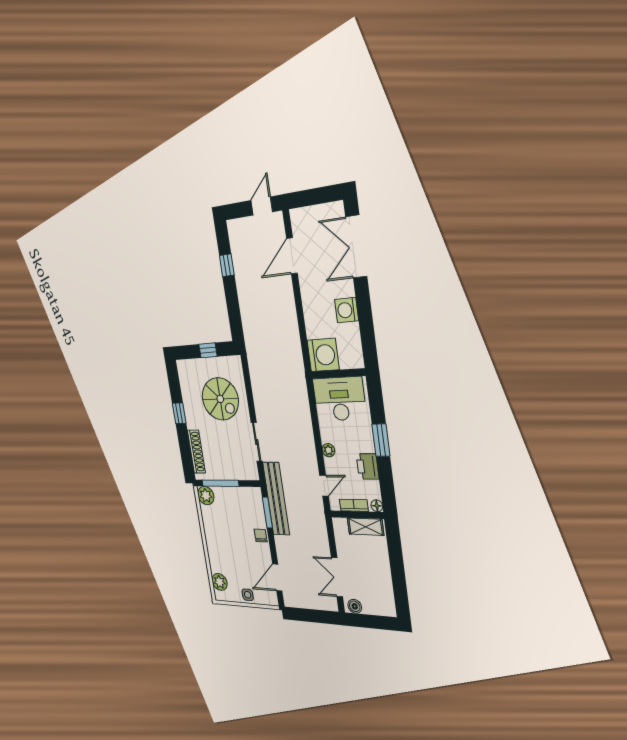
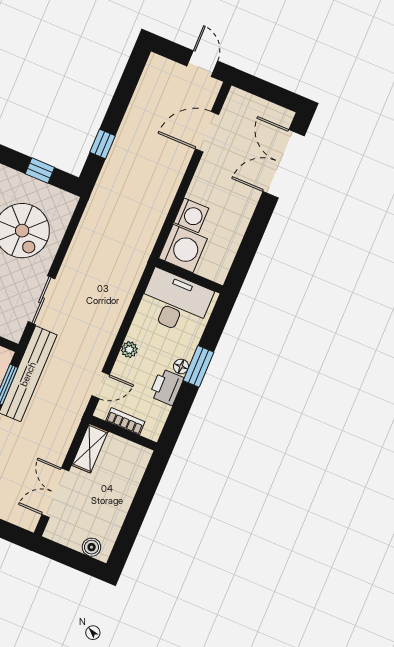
door: (262, 206) -> (202, 64), hinge flipped
window: (227, 265) -> (102, 144), moved
washing machine: (347, 310) -> (191, 215), moved, turned 180
floor lamp: (377, 506) -> (181, 366), moved
shelving: (365, 527) -> (90, 448), moved, turned 90
boiler: (355, 606) -> (92, 547), moved

